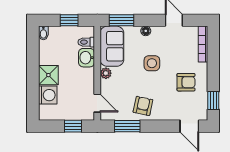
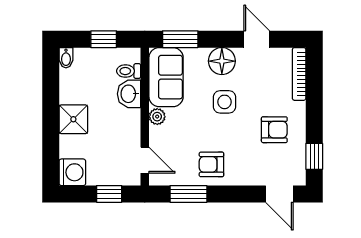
floor lamp: (146, 31) -> (222, 61), width x1.89, depth x1.89
washing machine: (48, 95) -> (72, 172), moved
armchair: (143, 106) -> (211, 164), turned -102

